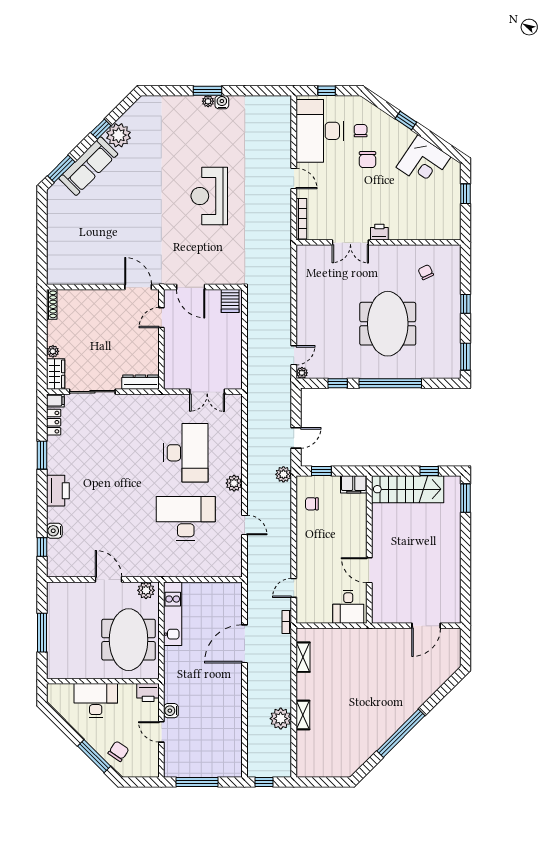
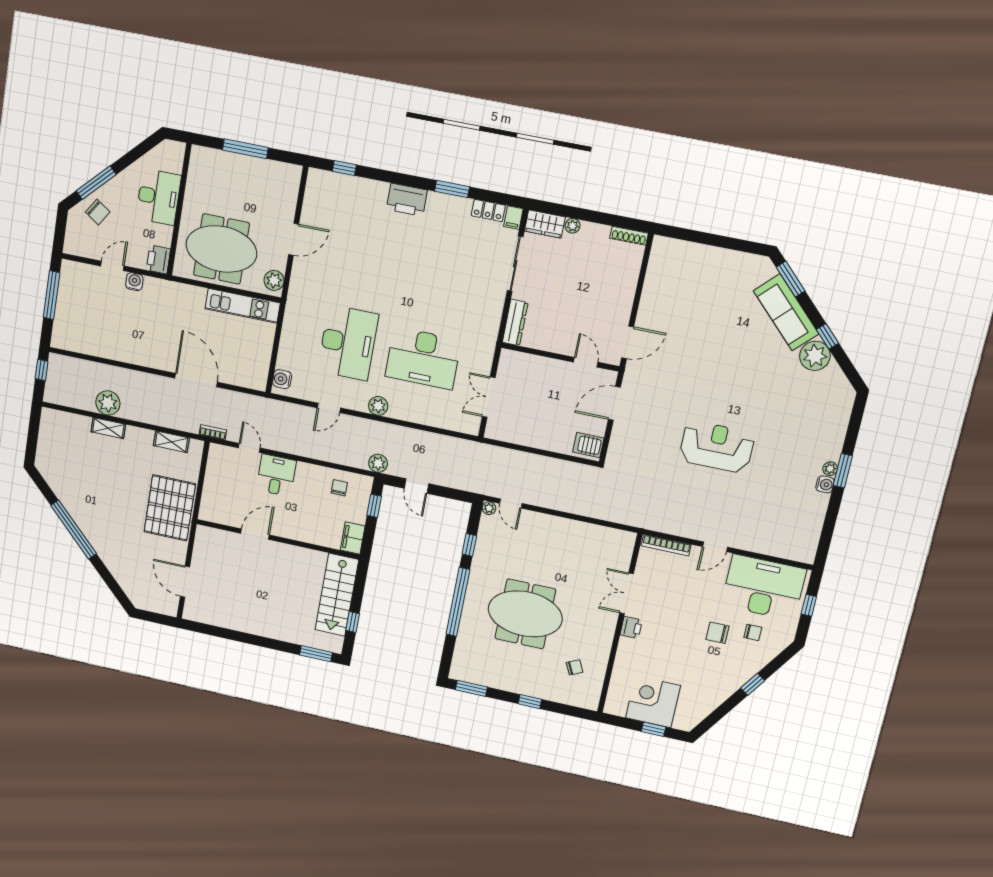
corner desk: (423, 162) -> (653, 702), moved, turned 56
water cooler: (54, 531) -> (282, 379), moved, turned -90
desk: (348, 607) -> (276, 475), moved, turned 90
pallet: (362, 650) -> (170, 508), added

